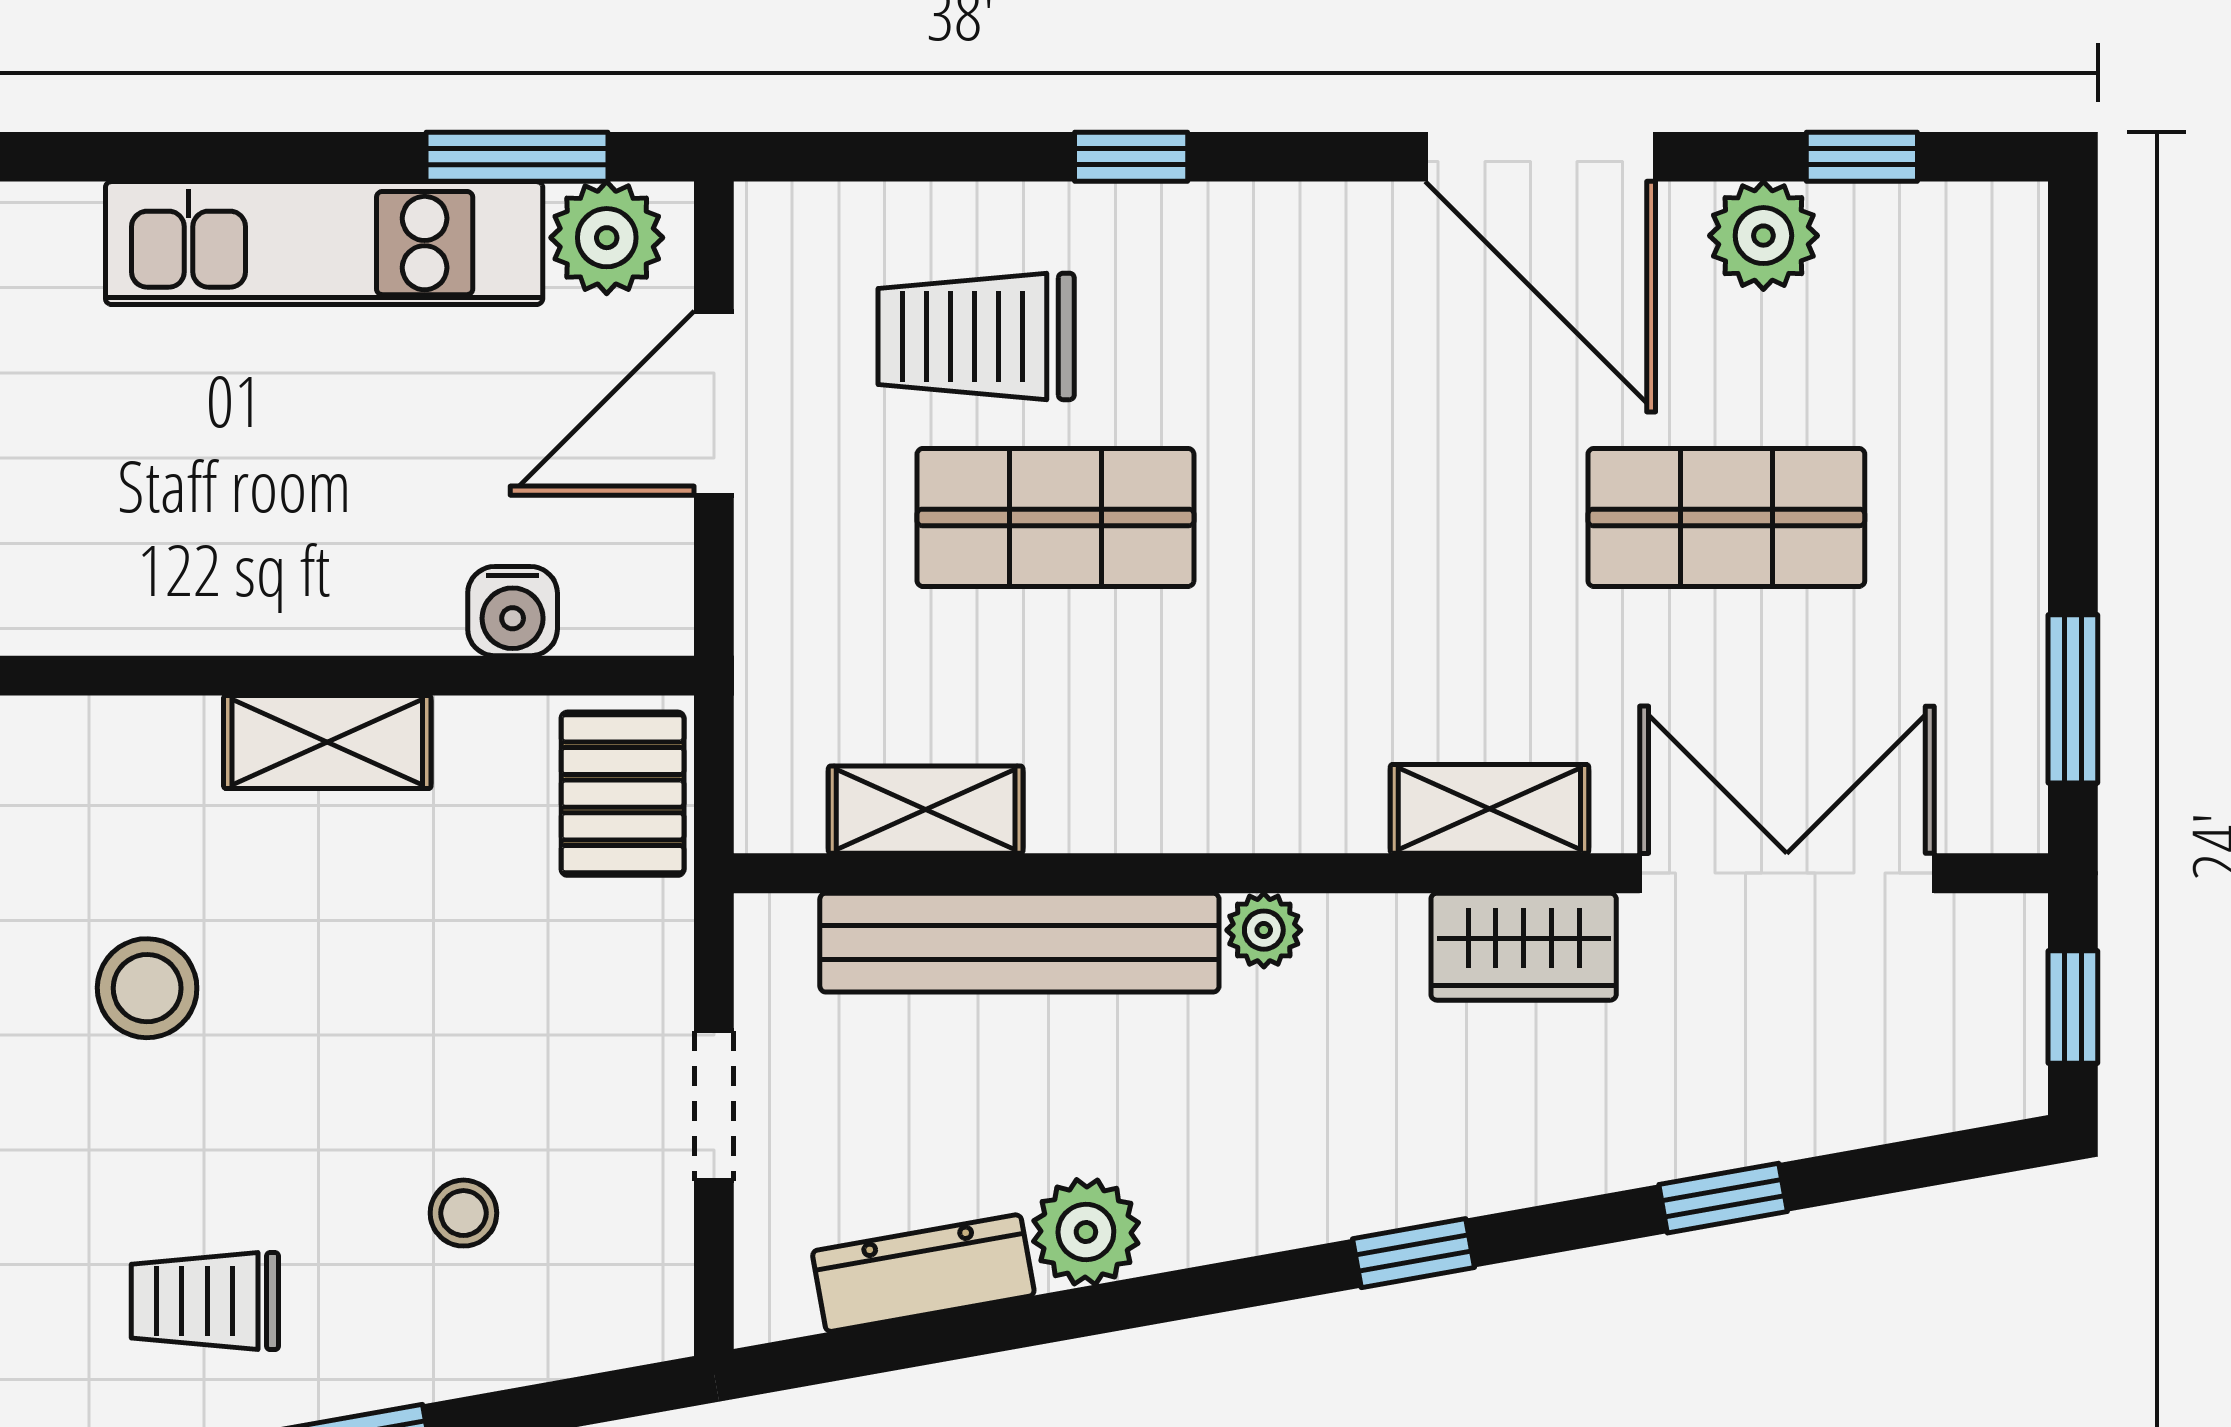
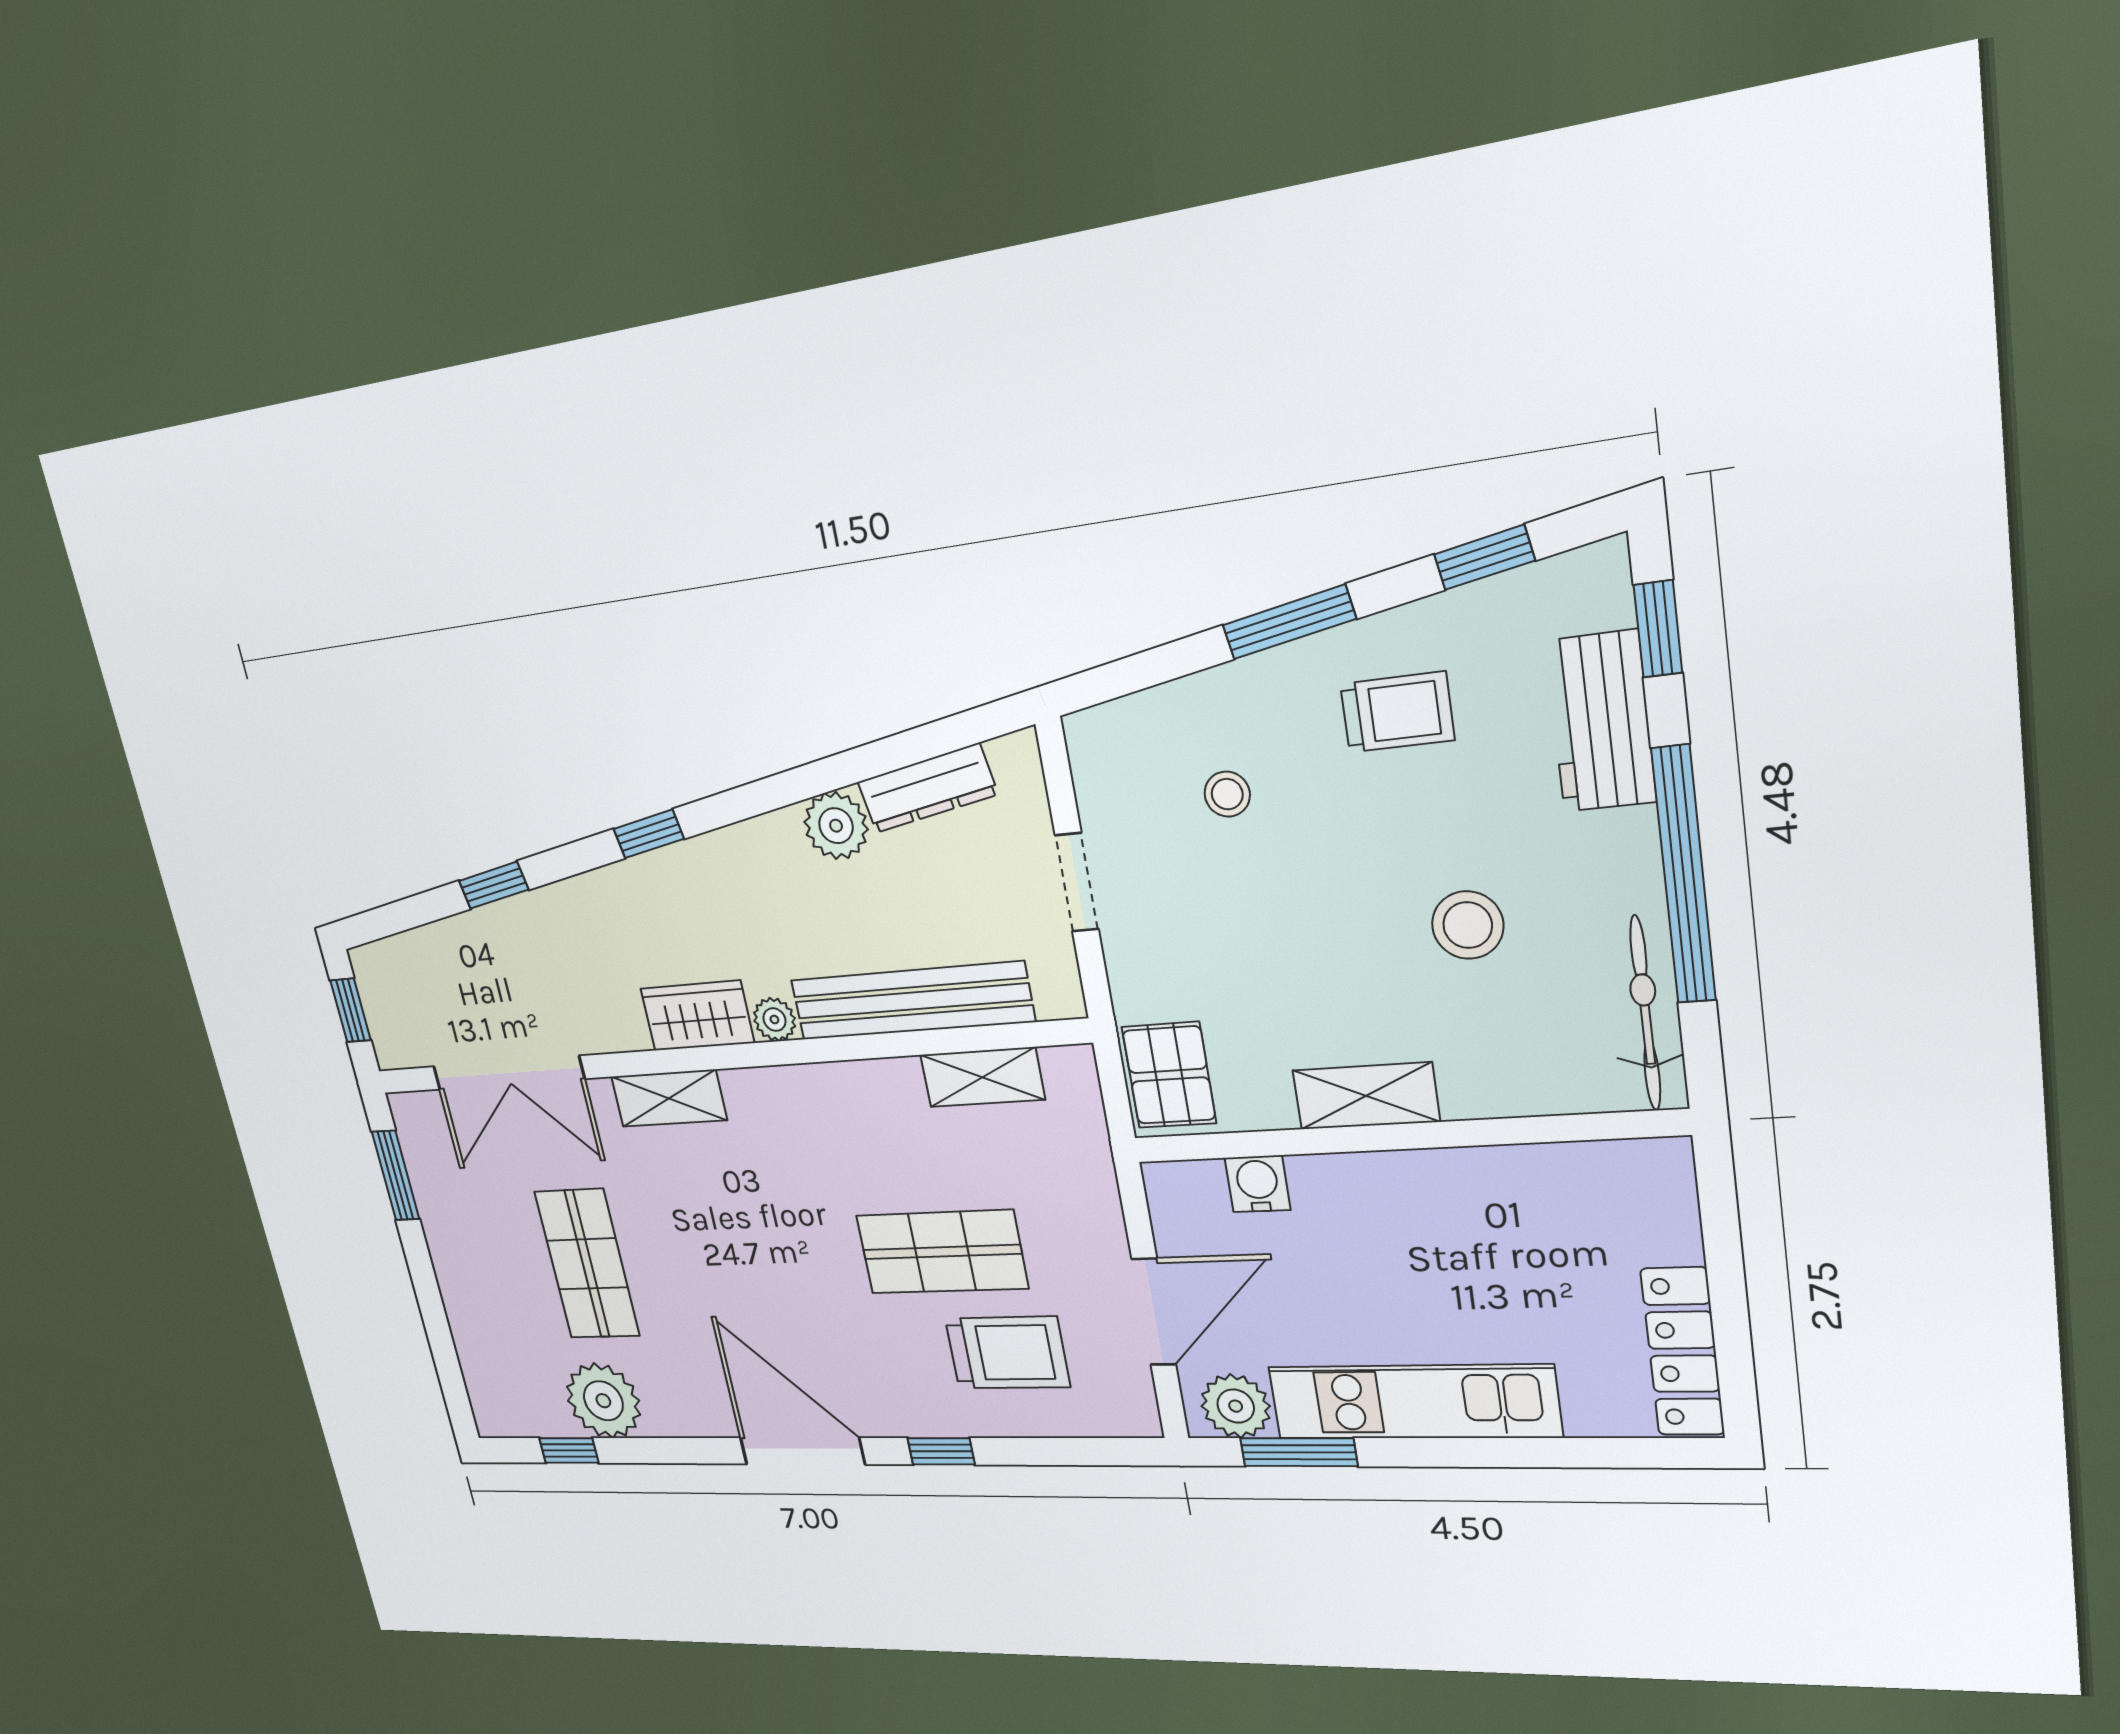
door: (1540, 157) -> (802, 1451), moved
plant: (1763, 236) -> (603, 1401), width x1.36, depth x1.36
shop shelf: (1726, 517) -> (587, 1264), turned 90
wardrobe: (1524, 947) -> (697, 1016), moved

